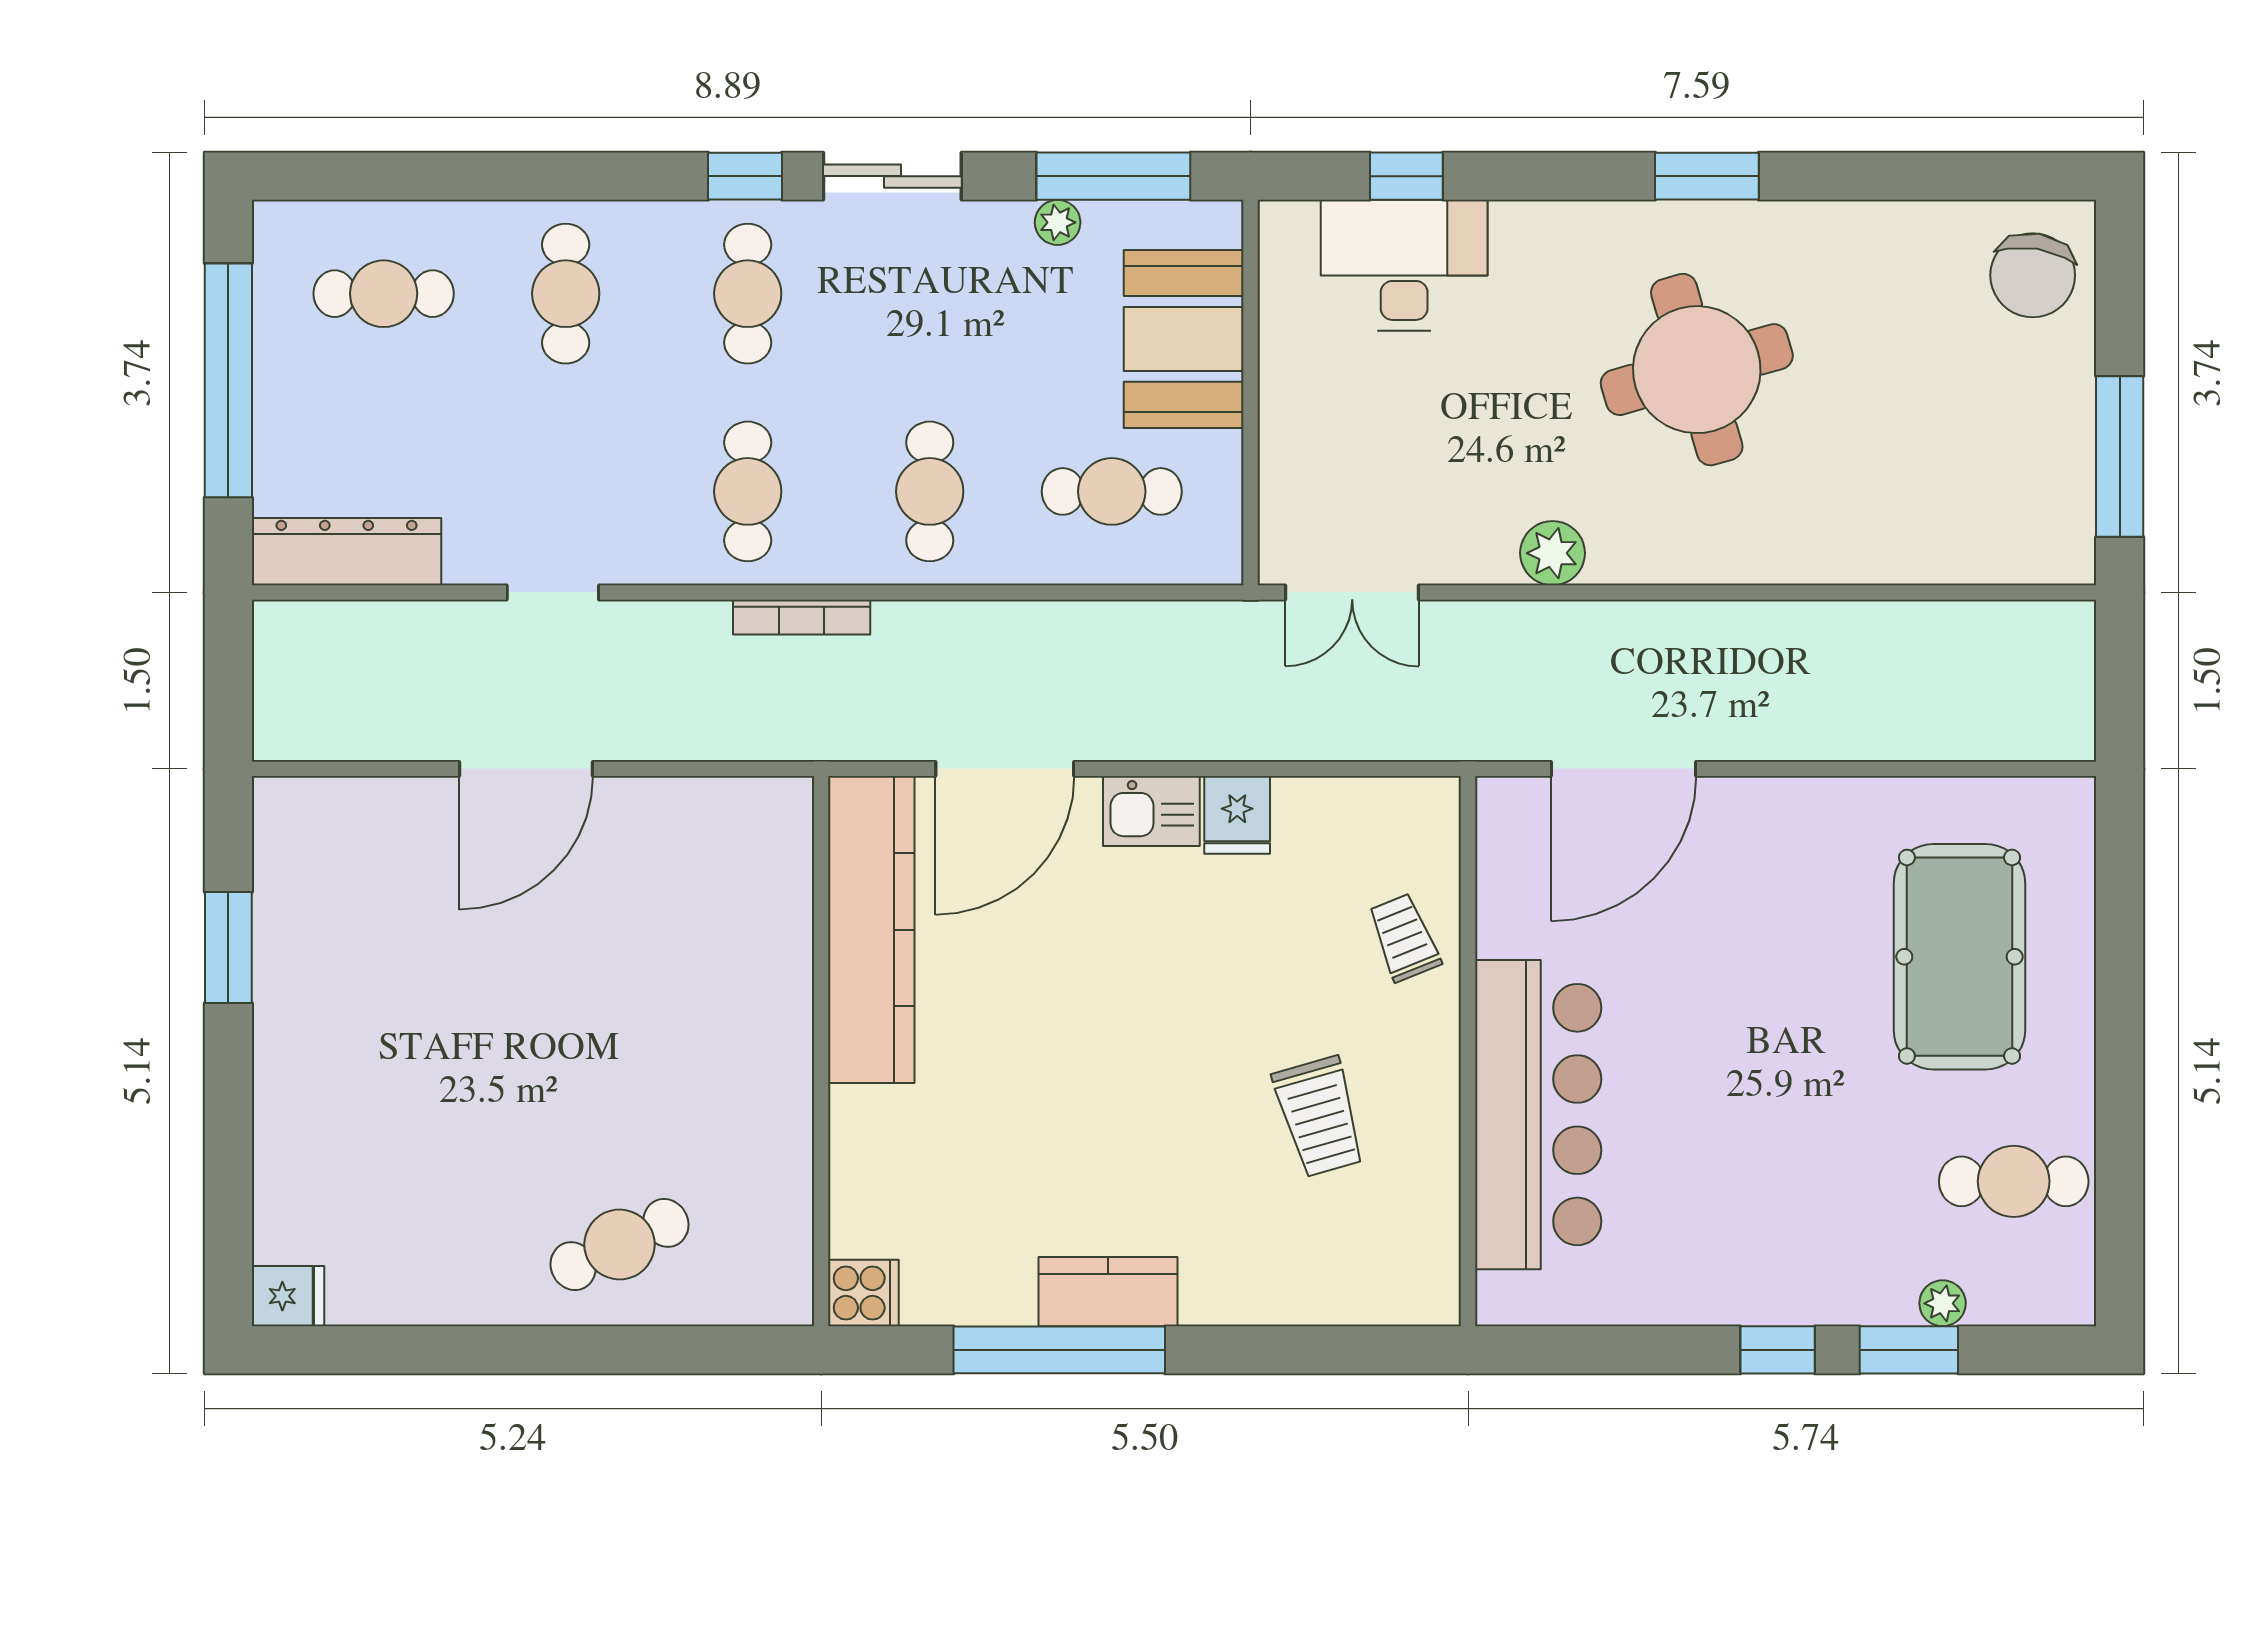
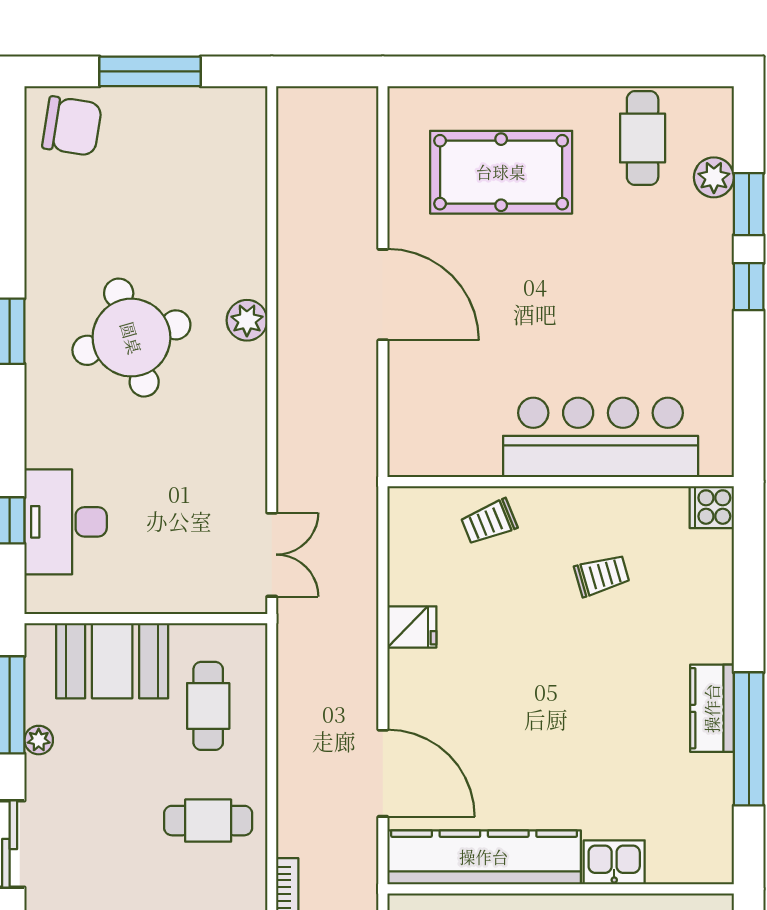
window: (2120, 456) -> (150, 71), moved
plant: (1553, 553) -> (247, 320), moved
door: (1624, 769) -> (383, 295), moved
kitchen sink: (1151, 811) -> (614, 862), moved, turned -90
trolley: (1319, 1117) -> (602, 575), width x0.73, depth x0.72
cooker: (863, 1293) -> (712, 507), moved, turned -90
plant: (1943, 1303) -> (714, 177), width x1.38, depth x1.38

